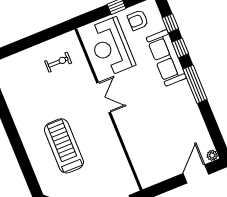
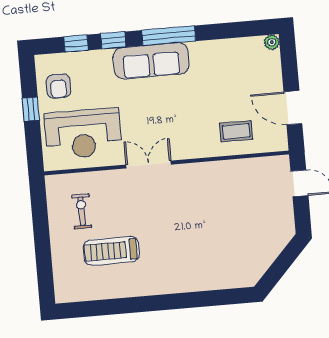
sofa: (166, 58) -> (151, 61), moved
treadmill: (64, 146) -> (111, 251), moved, width x0.73, depth x0.73
coffee table: (145, 150) -> (236, 131), added
door: (196, 174) -> (293, 108), moved

